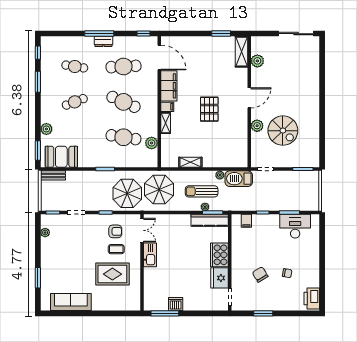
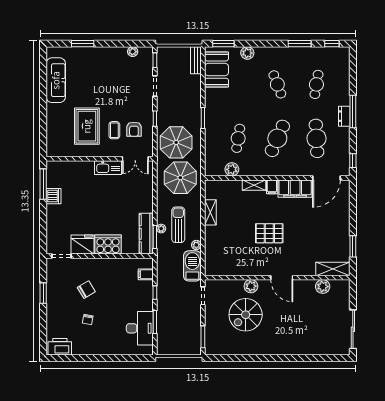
cafe table: (123, 137) -> (238, 138), width x0.73, depth x0.74

